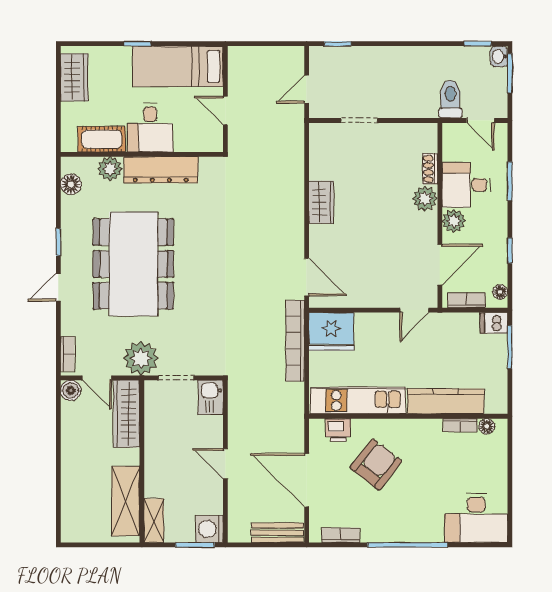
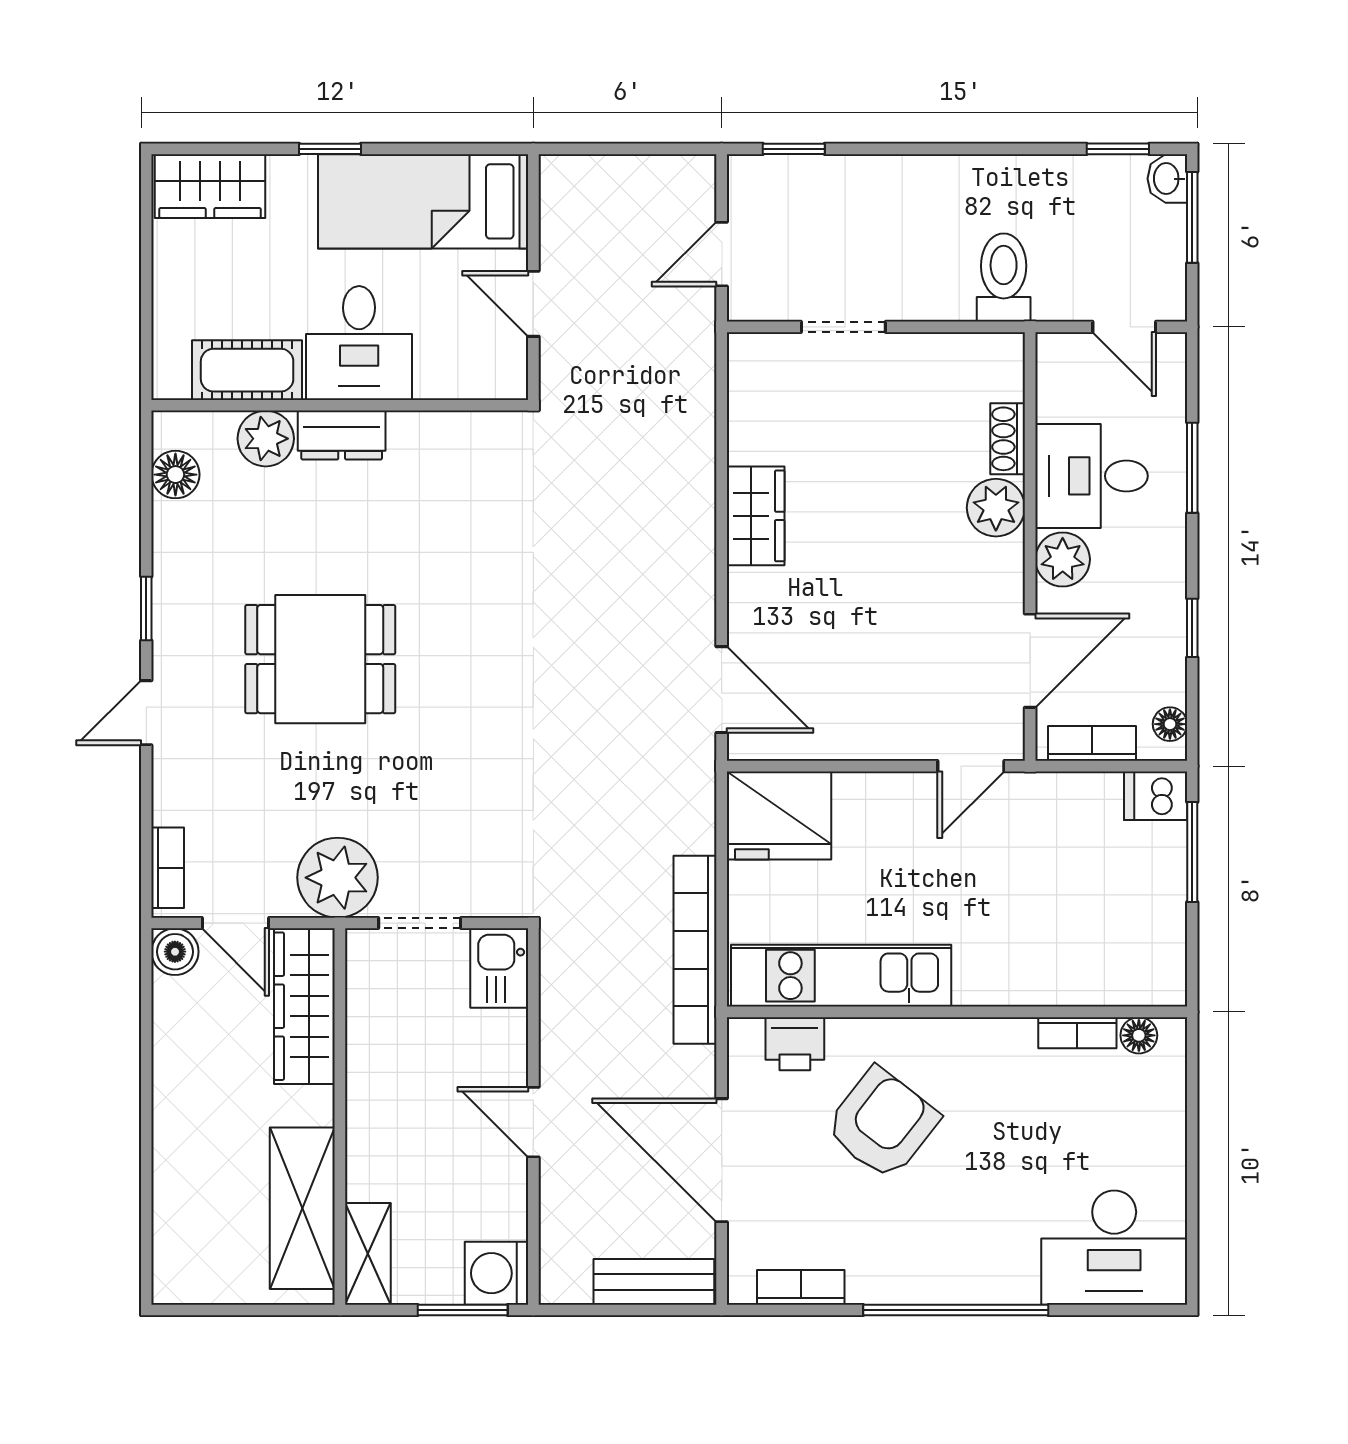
wardrobe: (74, 77) -> (210, 186), moved, turned 90
toilet: (450, 99) -> (1004, 277), moved
dresser: (161, 170) -> (342, 435), width x0.51, depth x0.80
dining table: (133, 264) -> (320, 659), width x0.53, depth x0.80
bookcase: (295, 341) -> (695, 950), moved
kitchen counter: (446, 401) -> (1044, 977), removed

